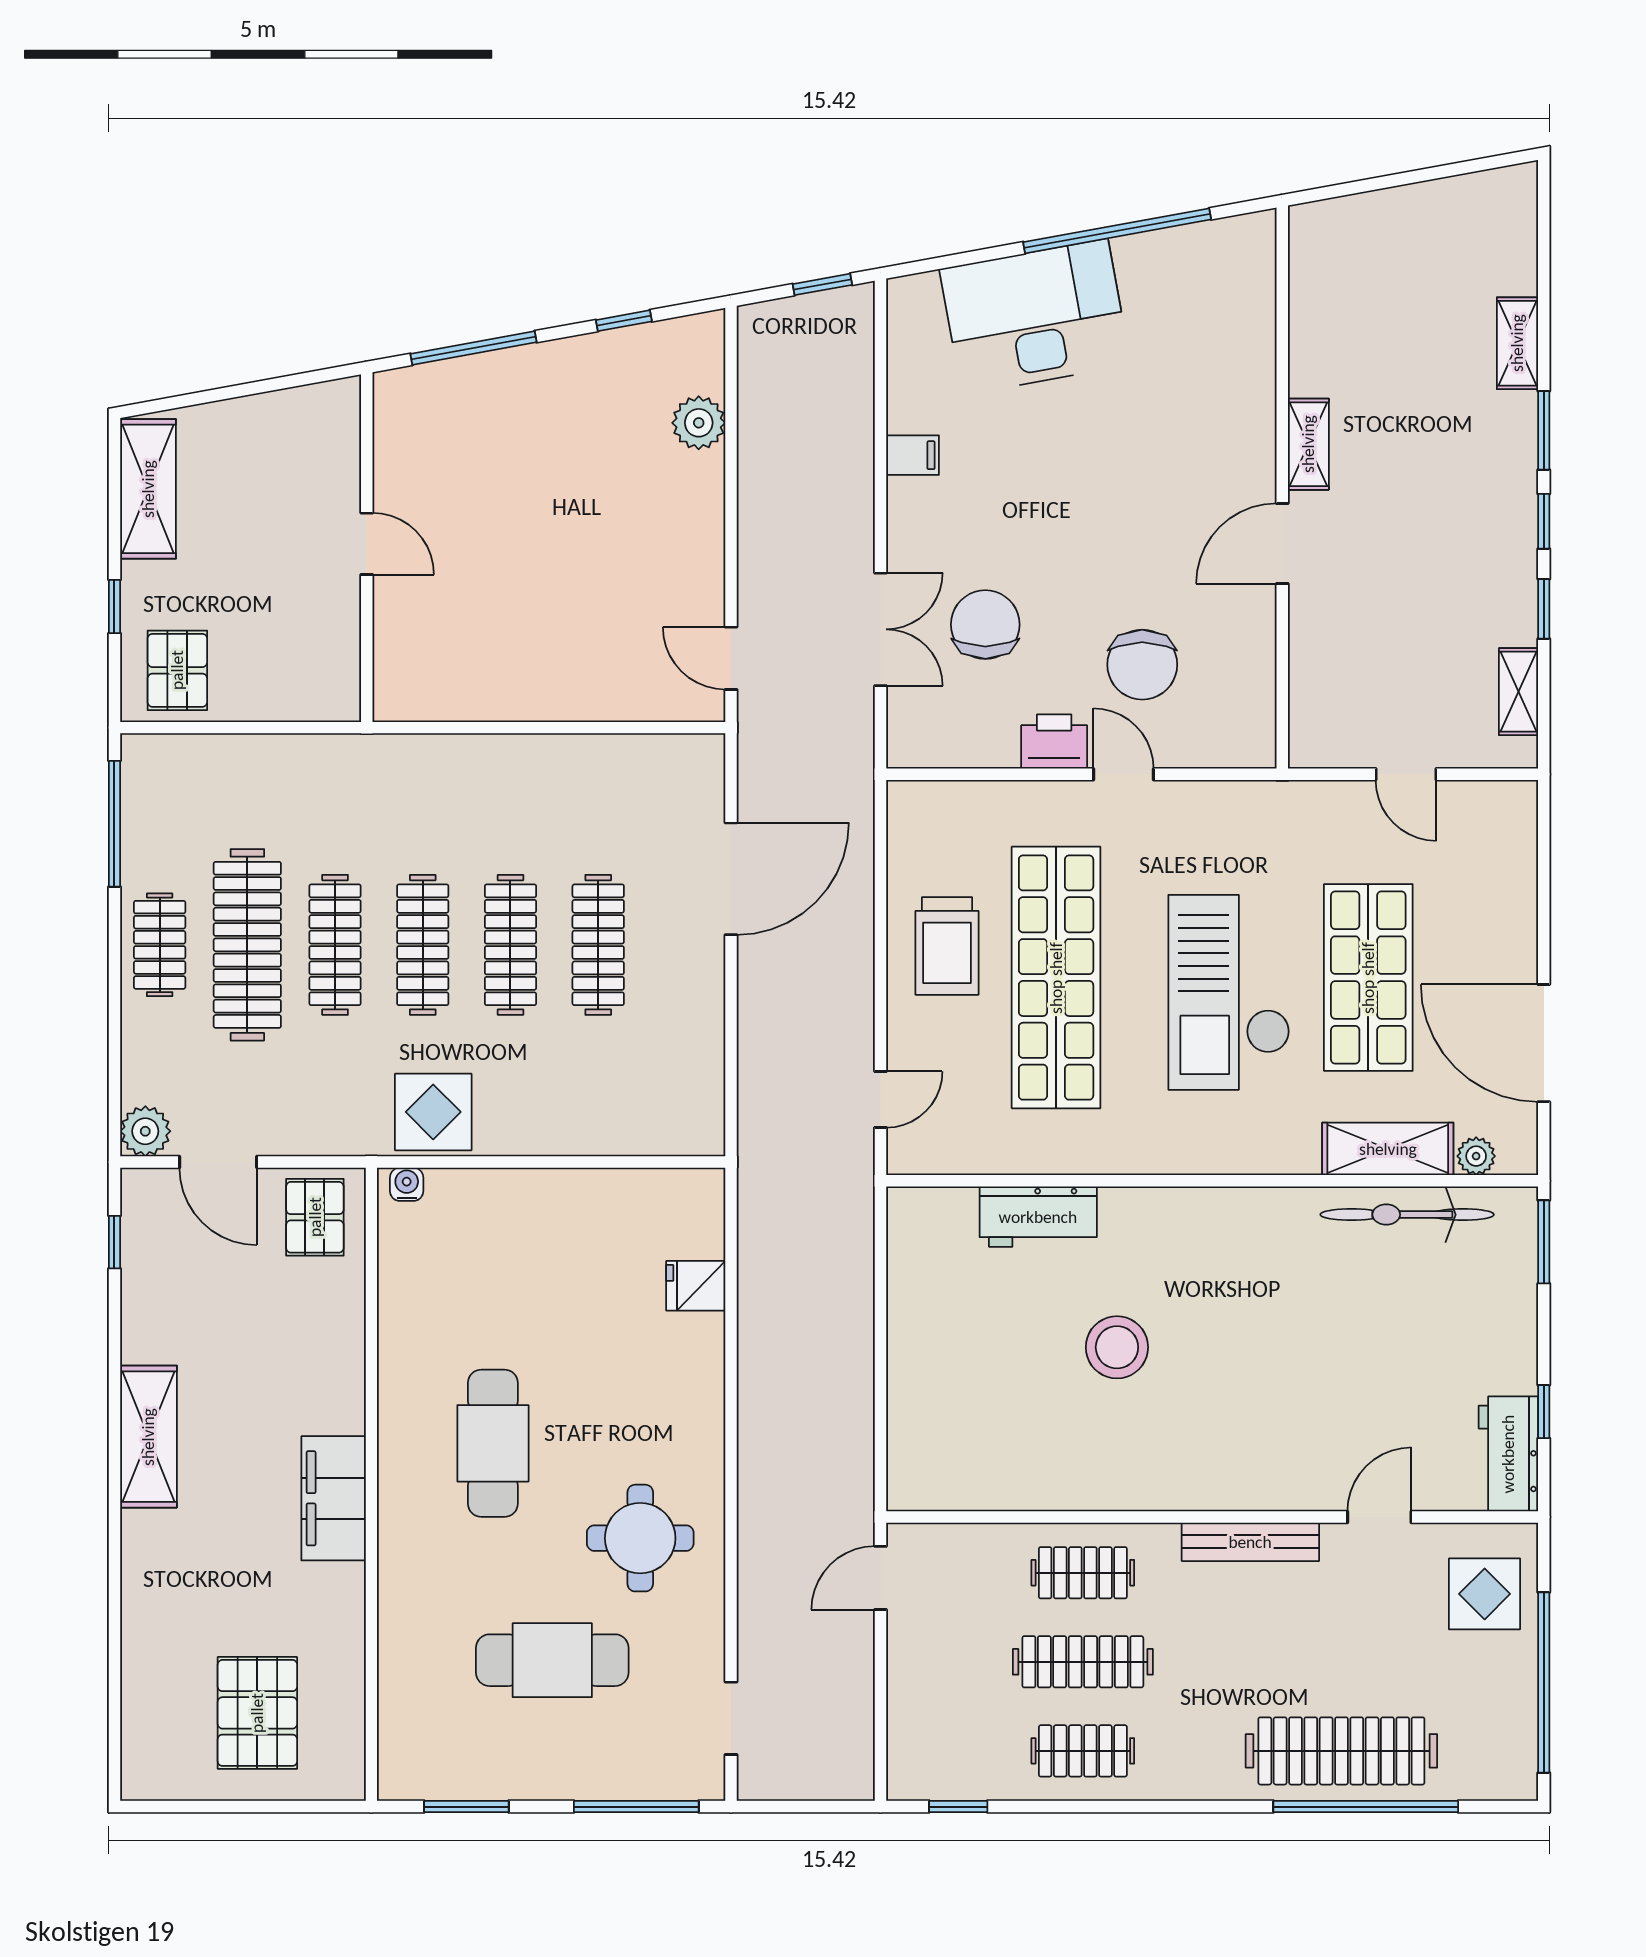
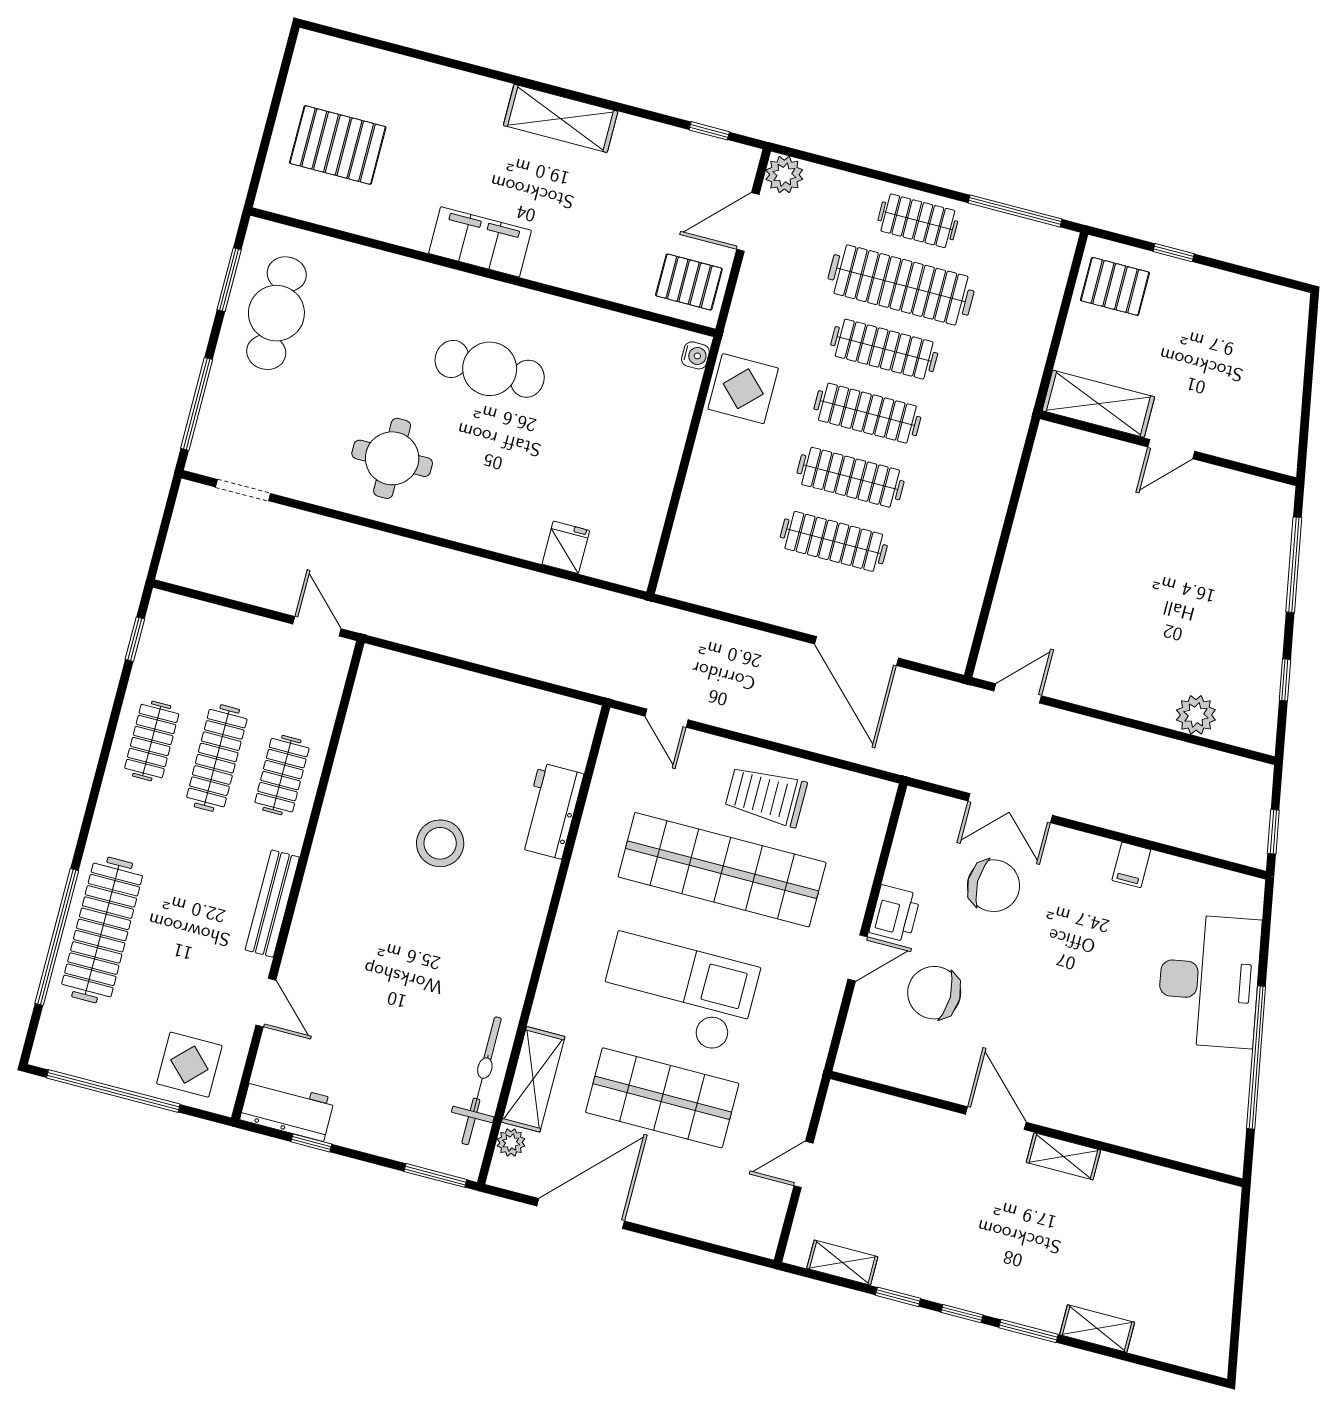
shelving: (148, 489) -> (1098, 404), moved
cafe table: (552, 1660) -> (276, 313), moved

